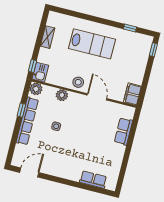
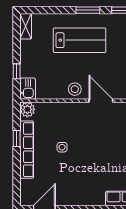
window: (105, 22) -> (88, 10), added
shelving: (48, 37) -> (26, 26), moved
window: (33, 66) -> (17, 71), moved
plant: (62, 95) -> (60, 109), removed

